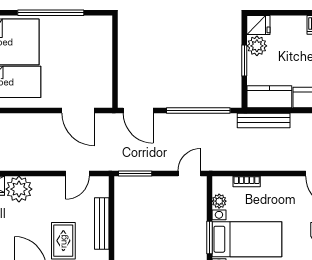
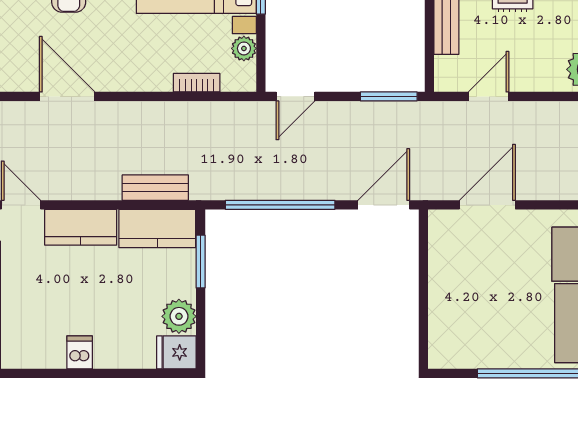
window: (244, 61) -> (201, 262), moved
door: (78, 111) -> (487, 205), hinge flipped
door: (138, 111) -> (384, 205), hinge flipped
bench: (264, 120) -> (155, 188), width x0.73

